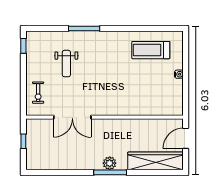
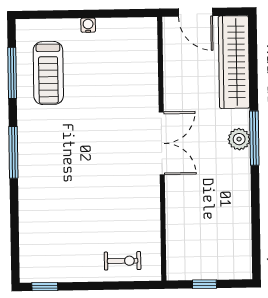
window: (84, 28) -> (13, 152), moved
window: (151, 28) -> (12, 73), added
weight bench: (66, 64) -> (73, 214), removed
double door: (72, 117) -> (162, 143), moved

